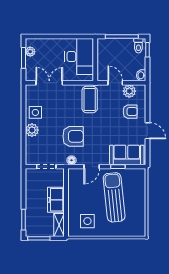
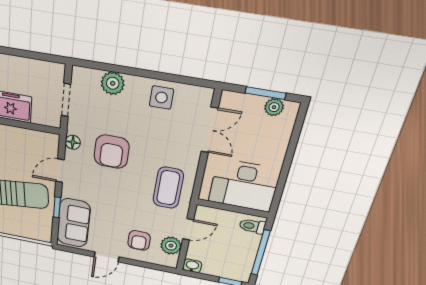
toilet: (138, 46) -> (252, 226), moved
coffee table: (90, 100) -> (168, 188), turned 90
plant: (32, 130) -> (113, 83), moved
door: (92, 167) -> (60, 171), hinge flipped

